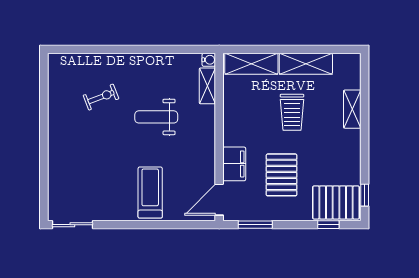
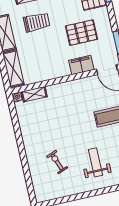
trolley: (292, 112) -> (37, 22), moved
weight bench: (156, 117) -> (96, 162), moved, turned 180

